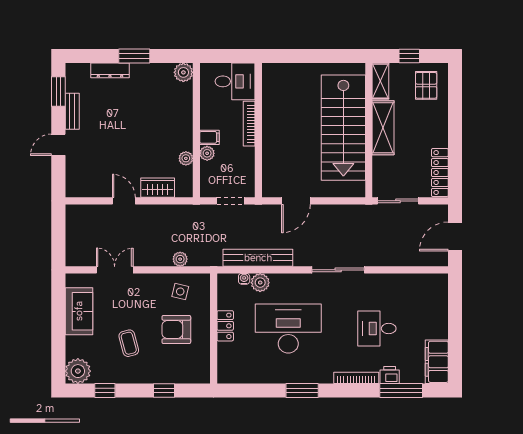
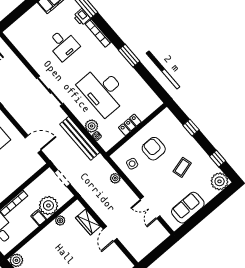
plant: (207, 153) -> (48, 205), width x1.87, depth x1.87
armchair: (176, 329) -> (154, 149), turned 180

